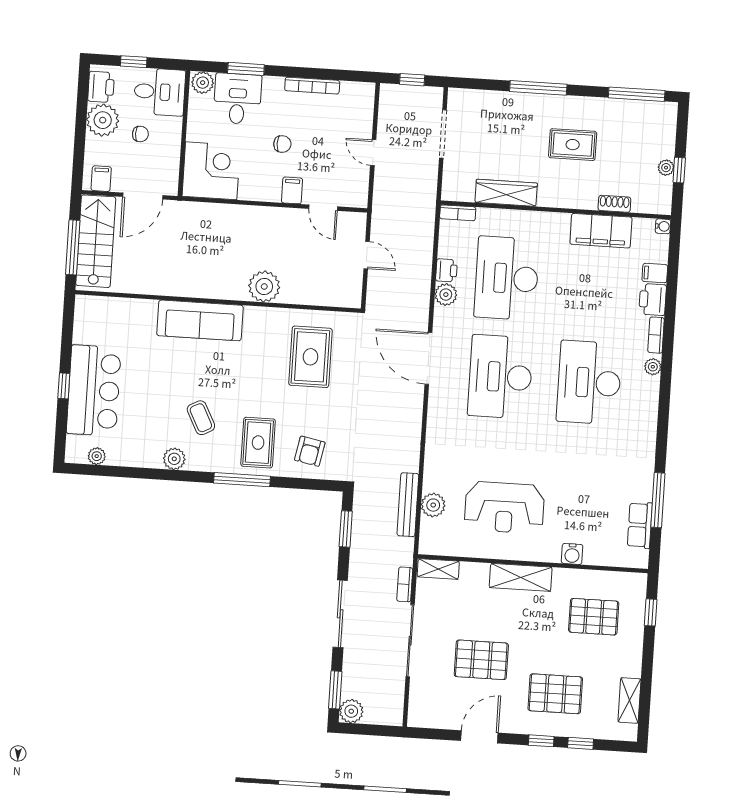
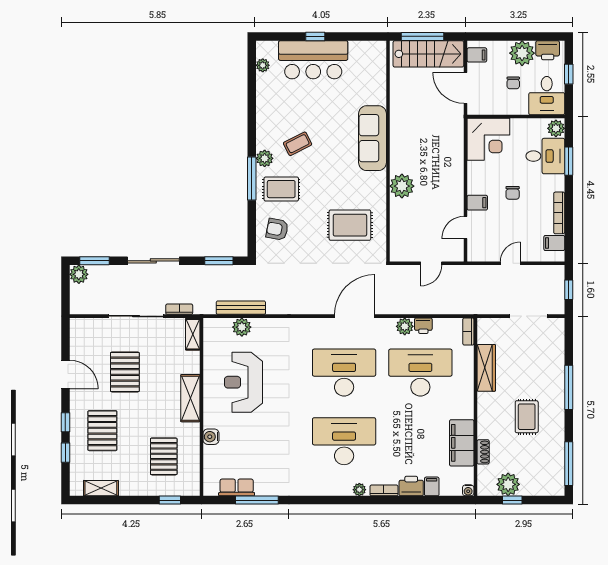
filing cabinet: (351, 94) -> (554, 243), added
plant: (666, 168) -> (508, 484), width x1.88, depth x1.88
plant: (174, 459) -> (265, 158), moved

